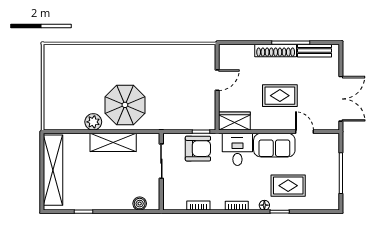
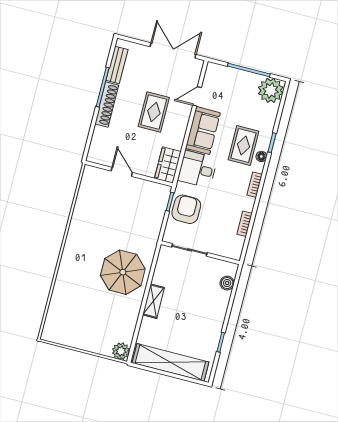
plant: (93, 122) -> (121, 351), moved
shelving: (113, 142) -> (154, 301), width x0.67, depth x0.75
rug: (288, 186) -> (244, 145), moved
plant: (327, 198) -> (271, 90), added

